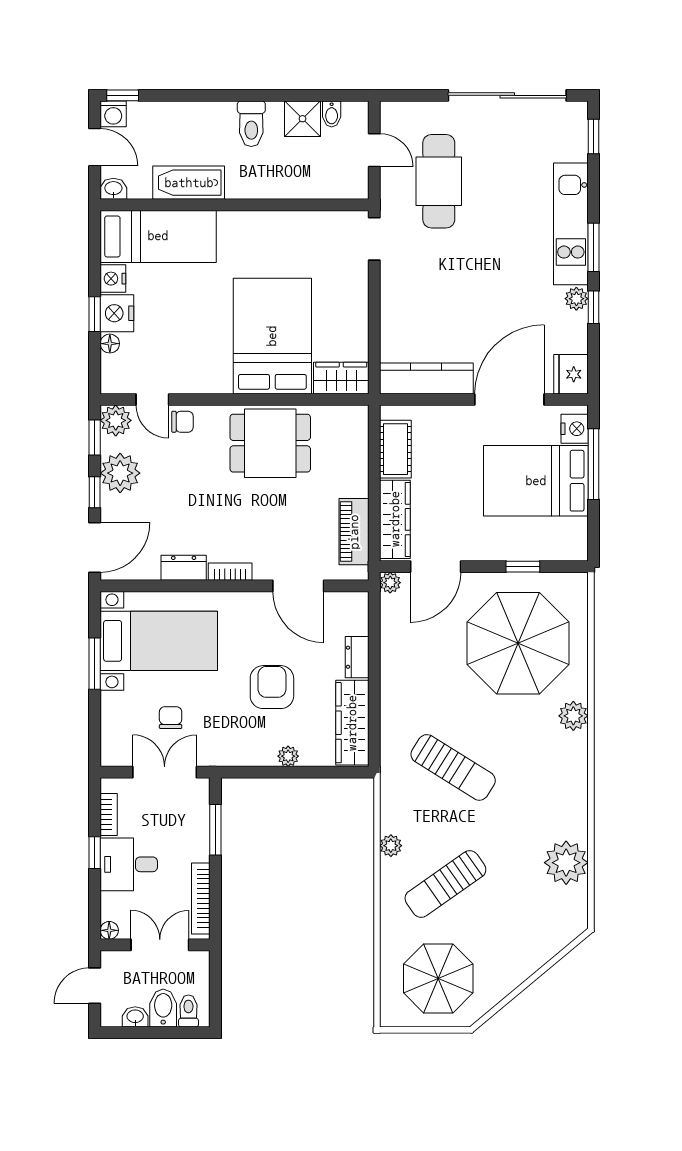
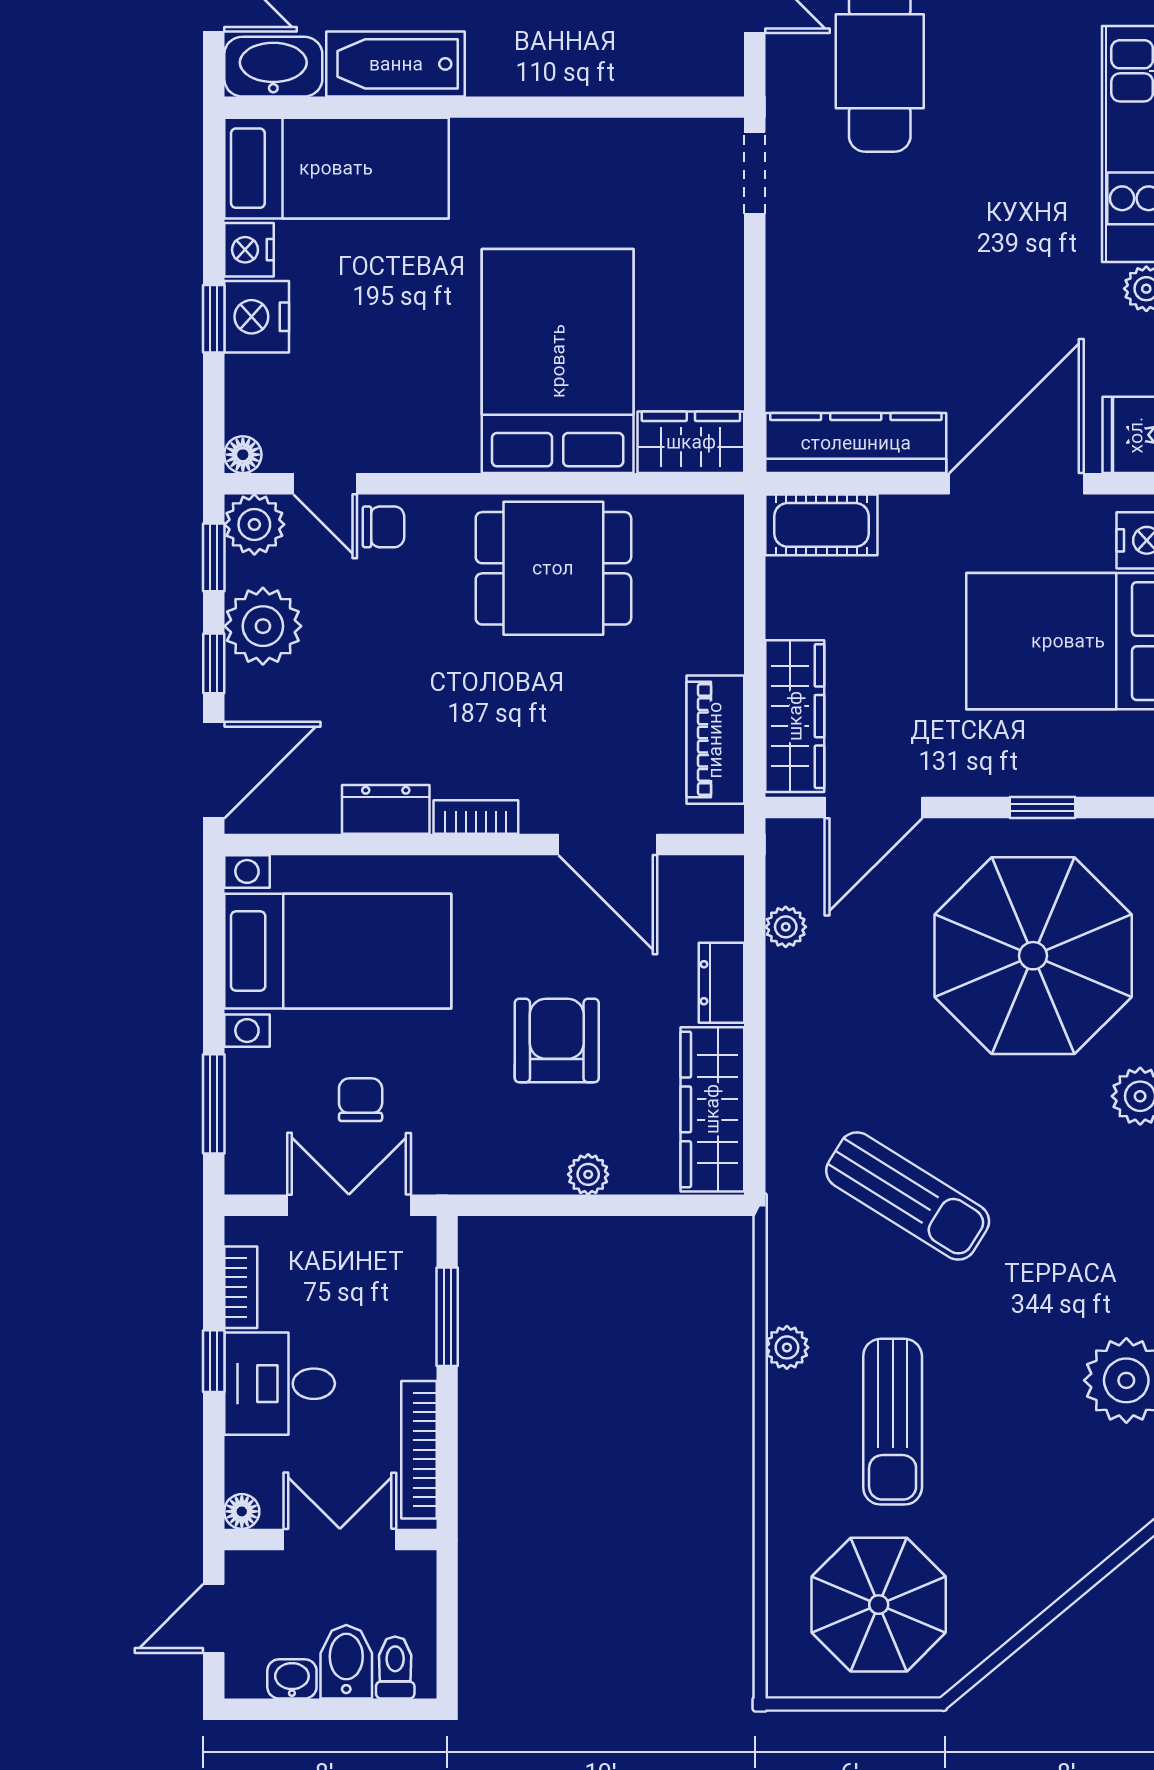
washbasin: (113, 189) -> (273, 67), width x1.91, depth x1.45
floor lamp: (110, 344) -> (243, 455), moved
cot: (395, 449) -> (821, 525), moved, turned 90
plant: (390, 583) -> (786, 927), moved
window: (95, 664) -> (214, 1104), moved
sun lounger: (445, 884) -> (893, 1422), turned -55

